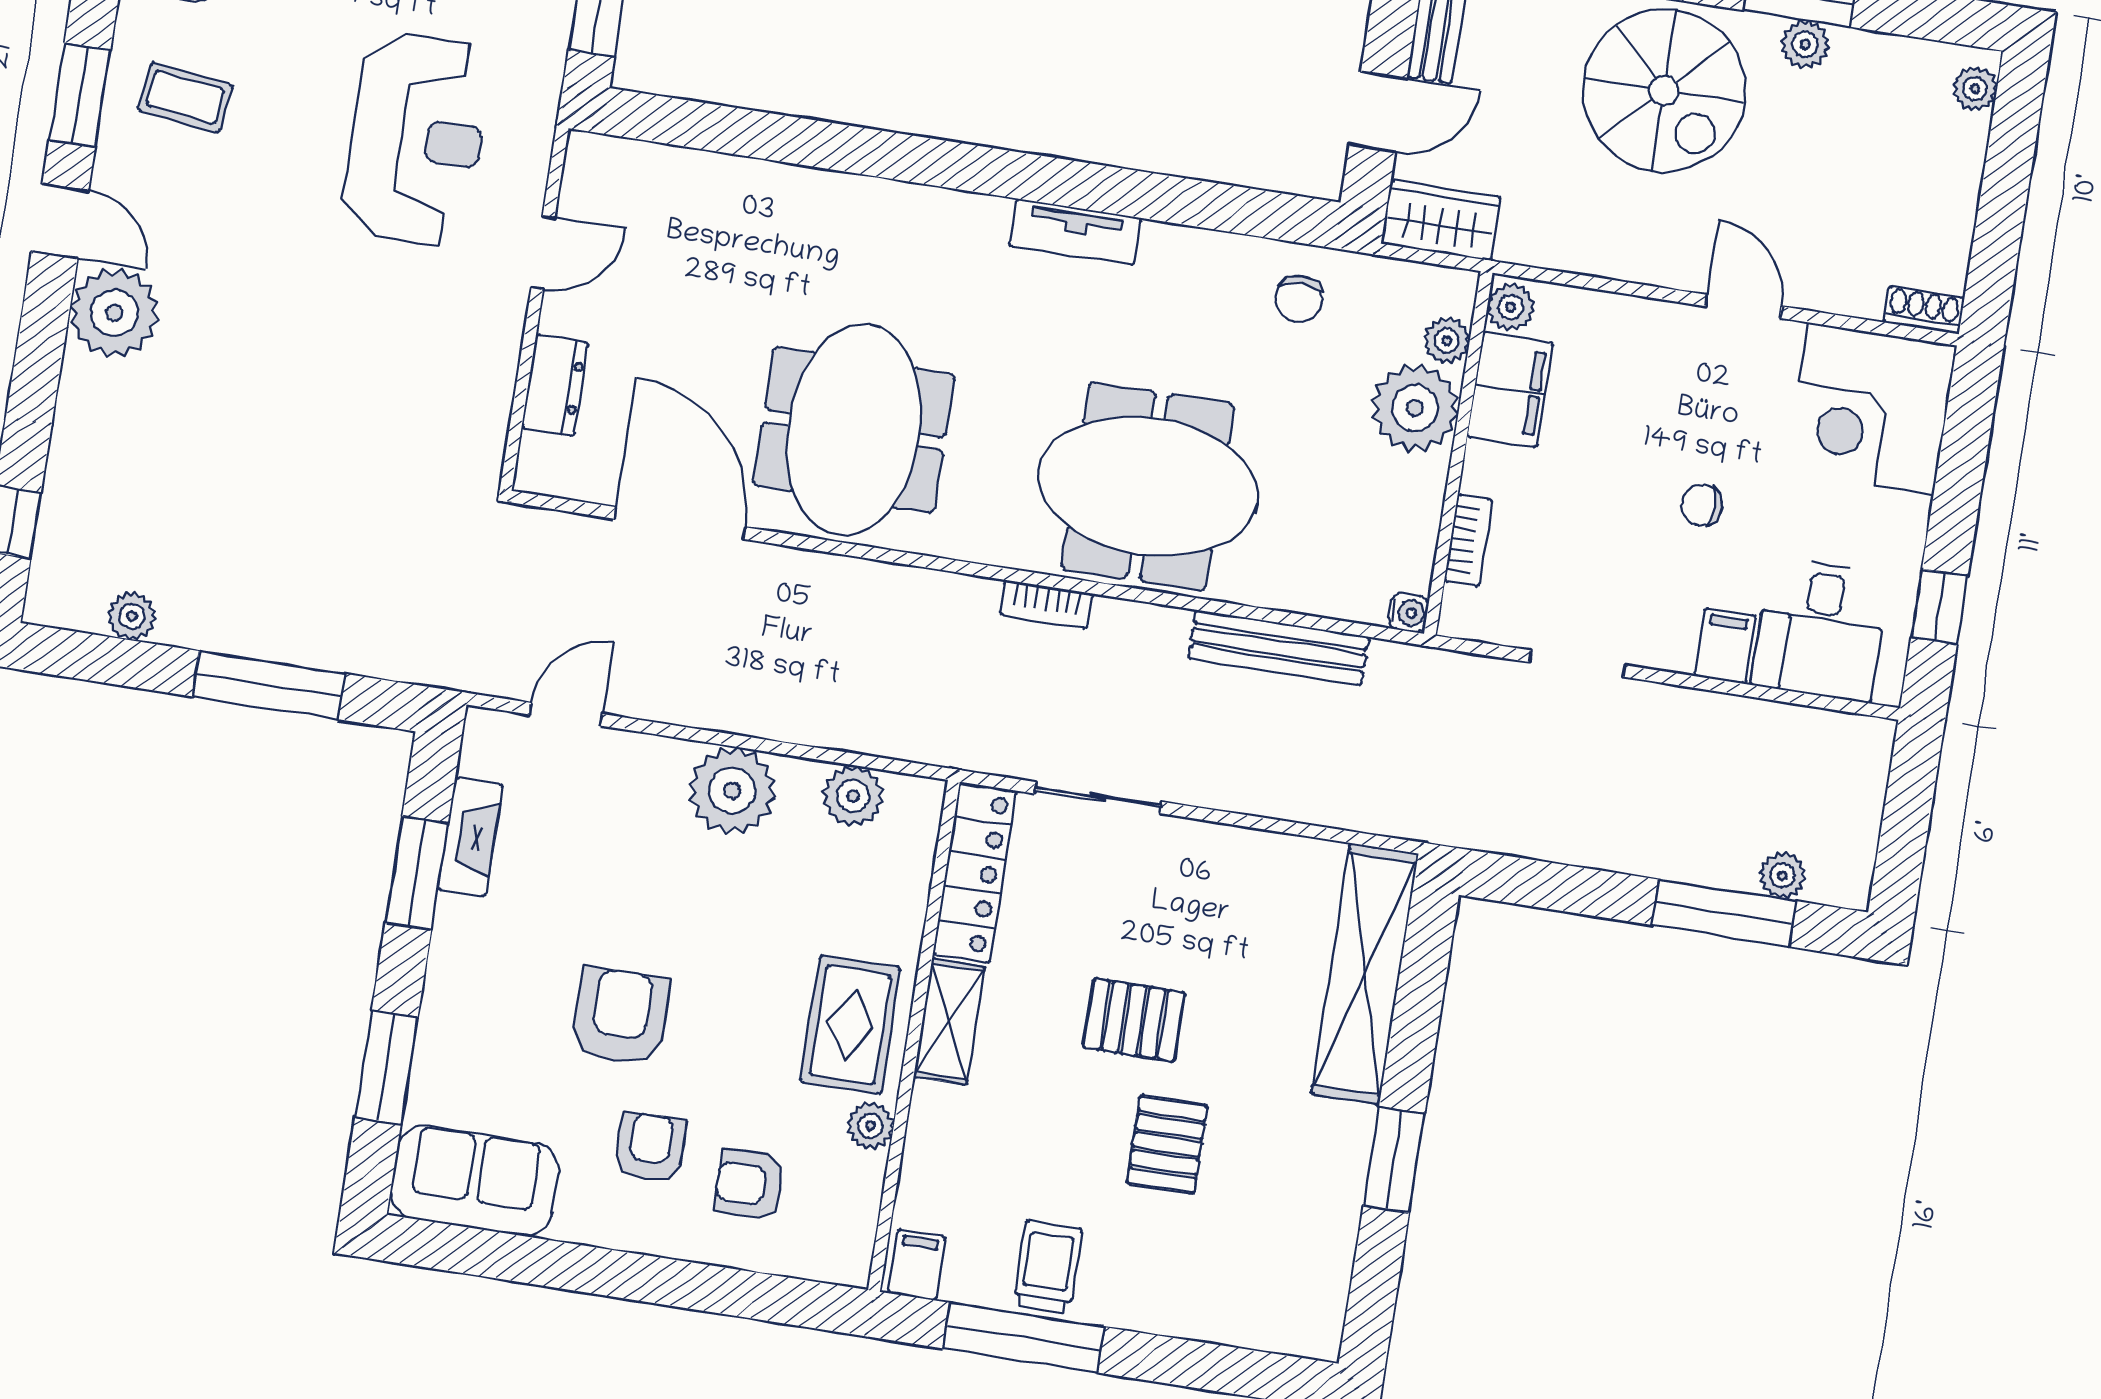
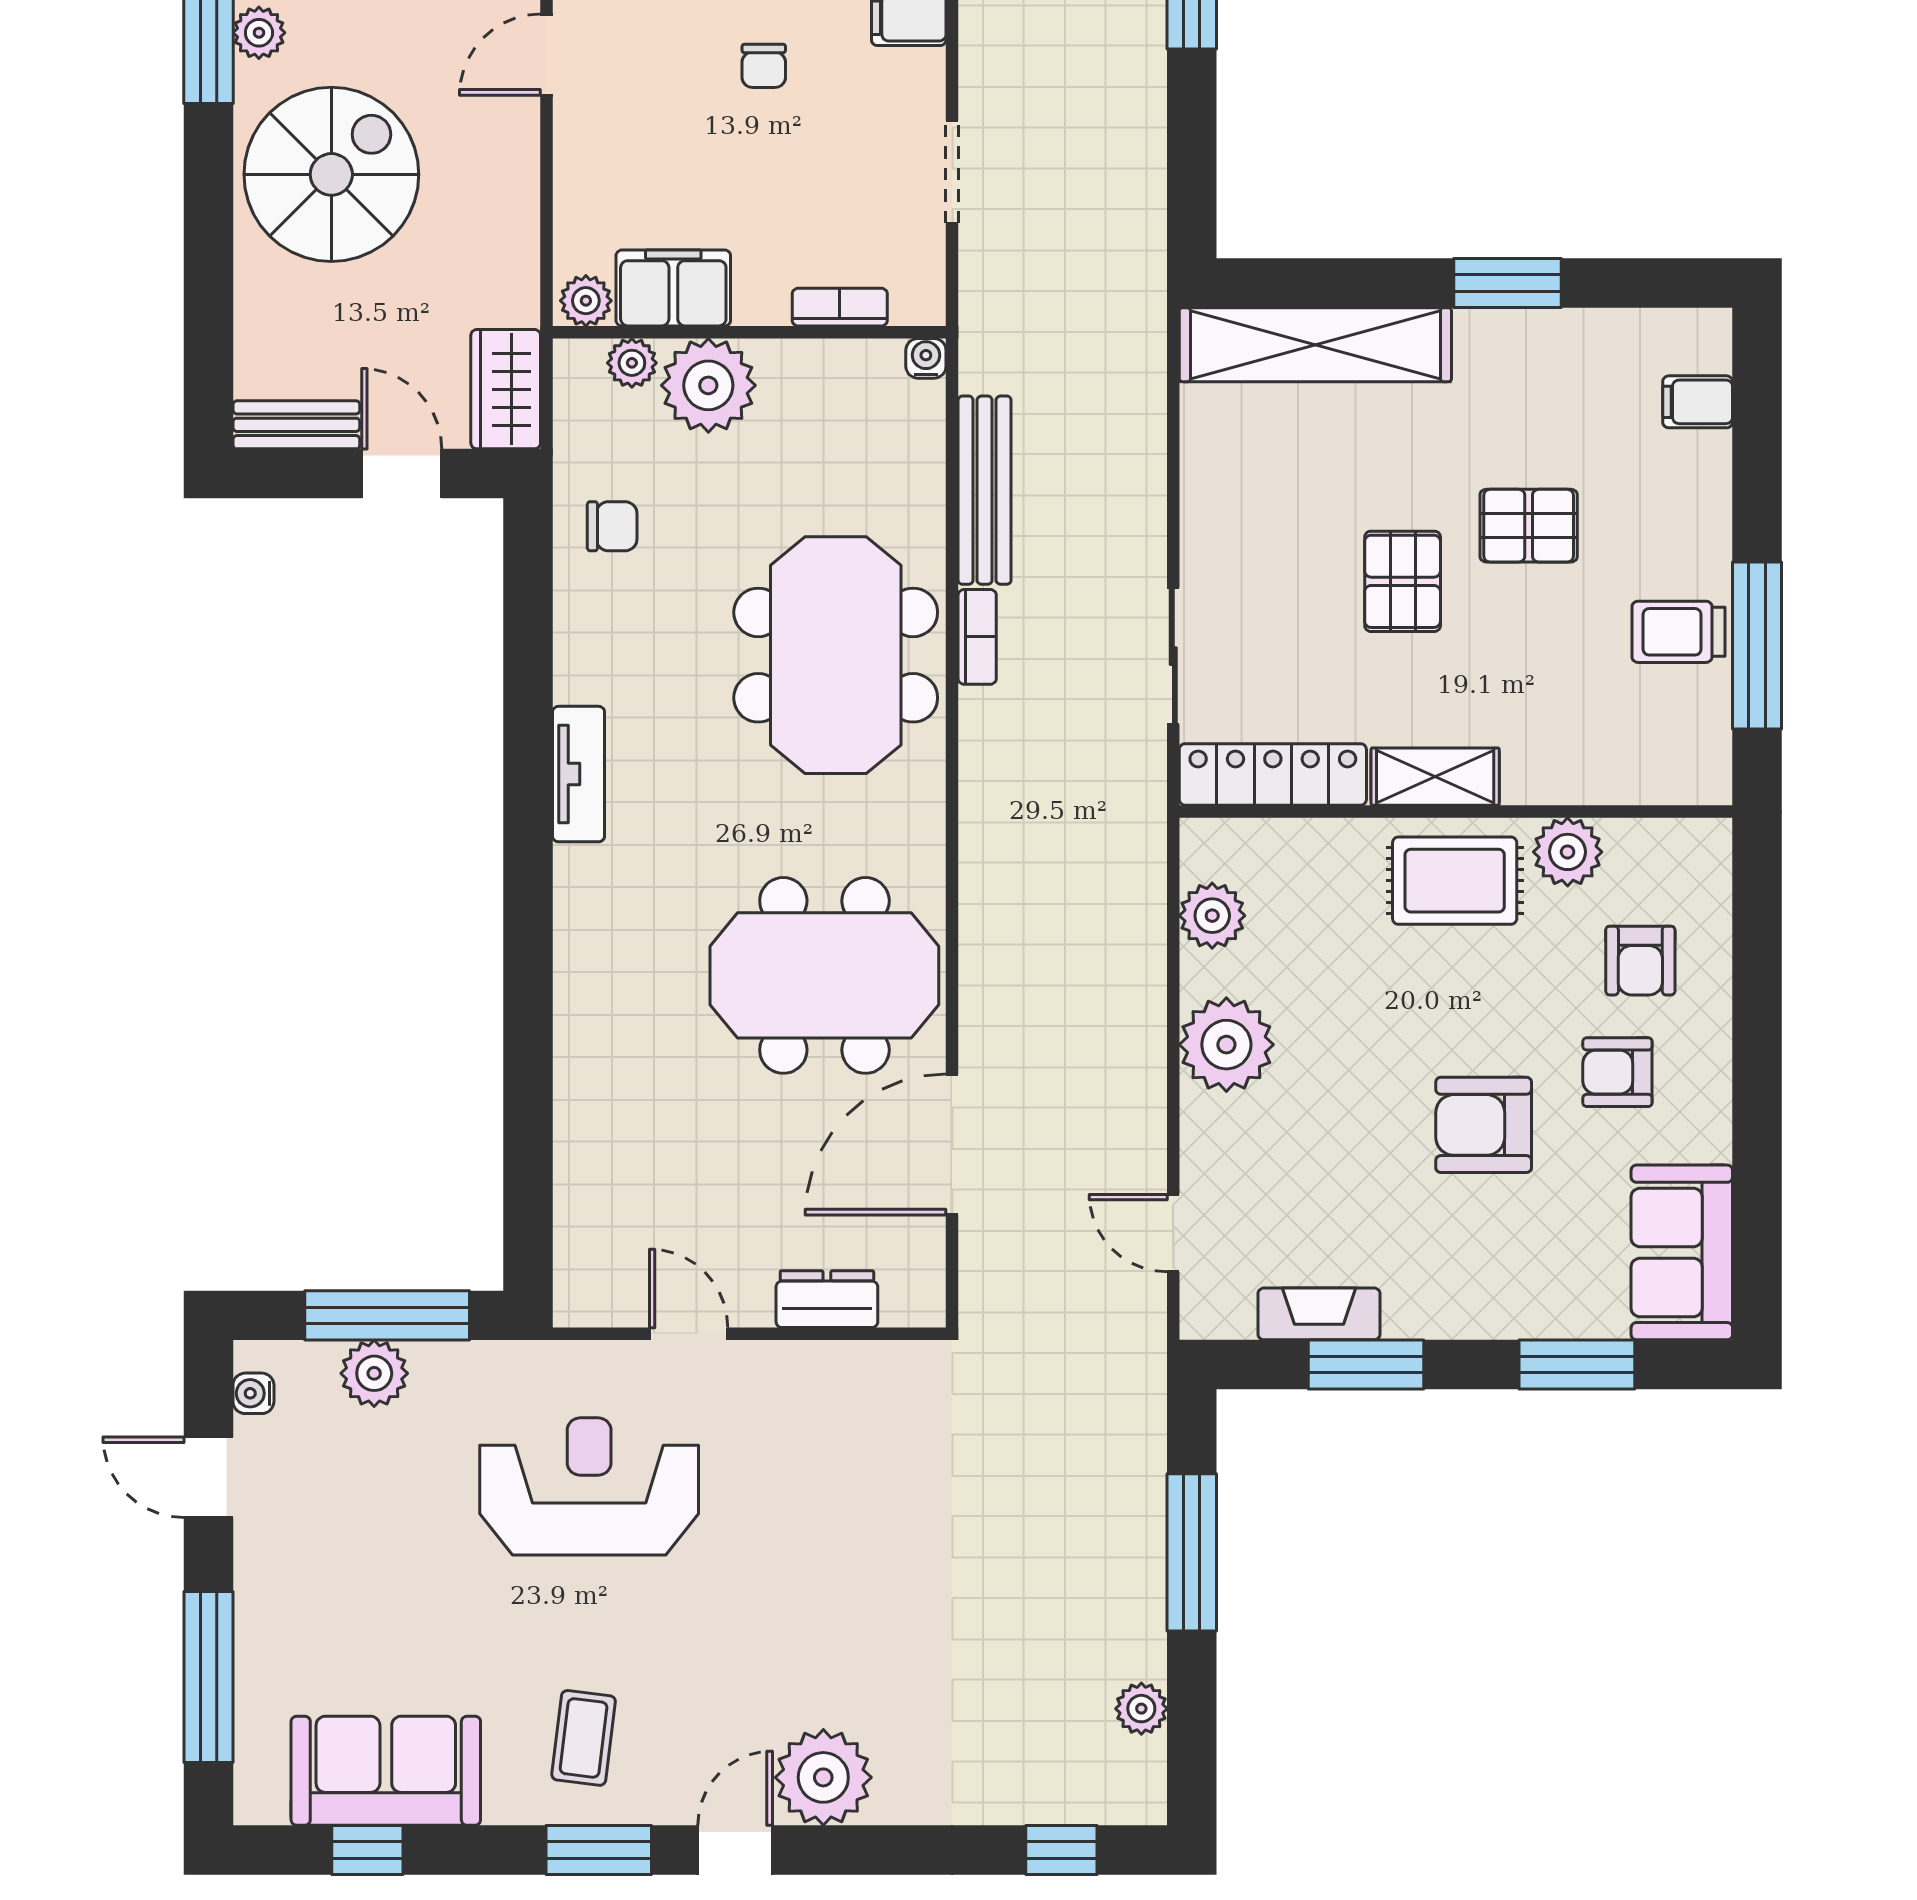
bookcase: (1046, 604) -> (977, 637), moved
plant: (870, 1126) -> (1568, 852), width x1.38, depth x1.38
filing cabinet: (917, 1265) -> (1698, 402), moved

